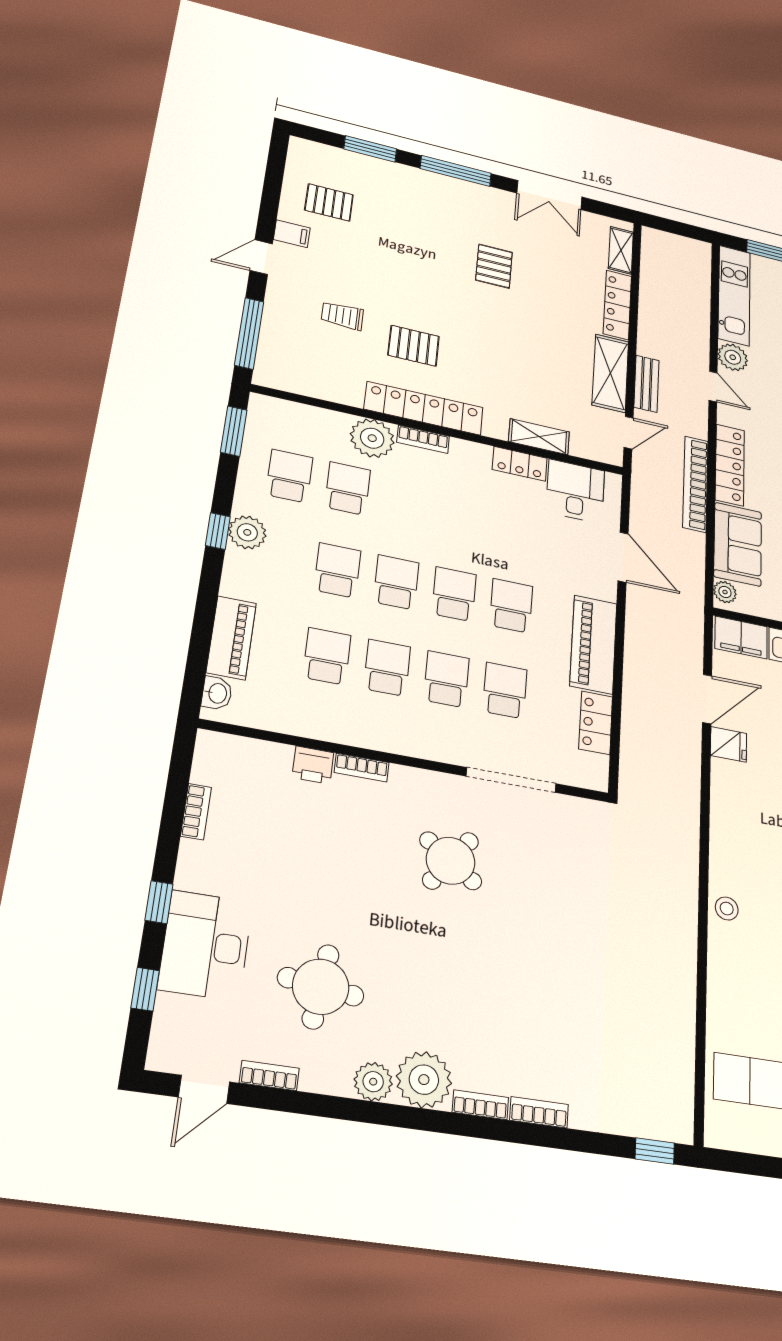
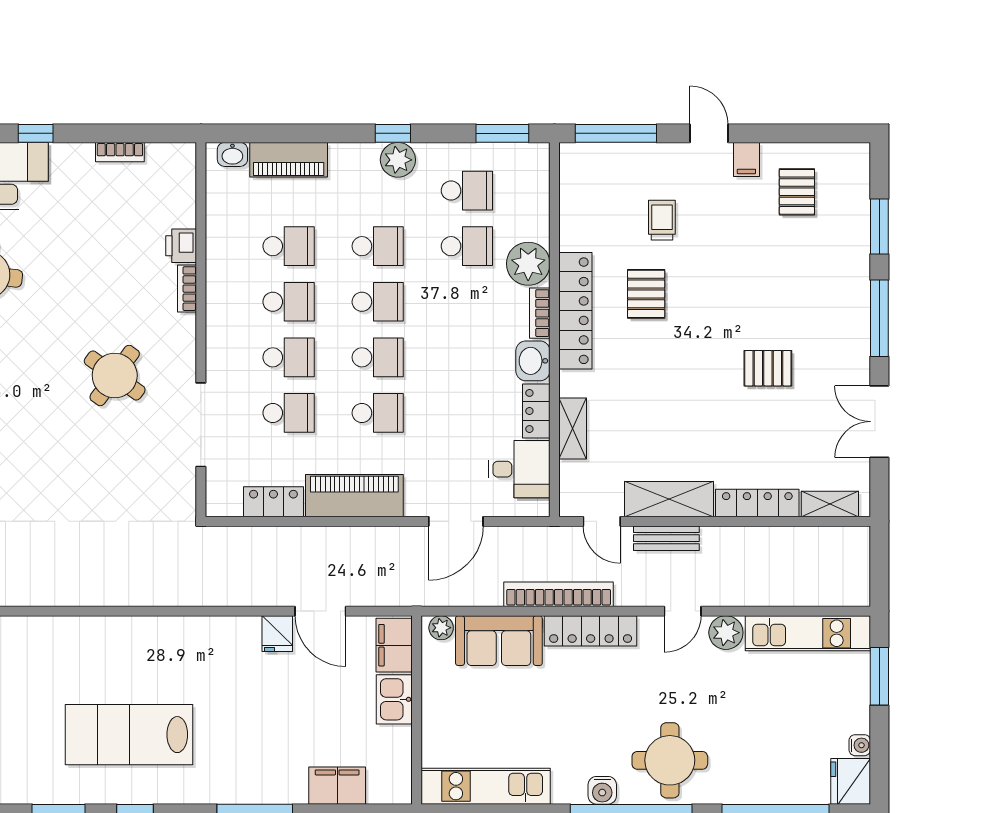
washbasin: (470, 456) -> (533, 361), added
stool: (727, 908) -> (114, 634), removed

